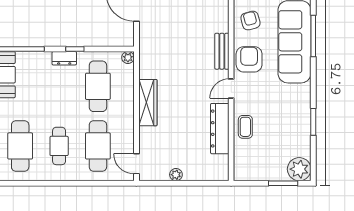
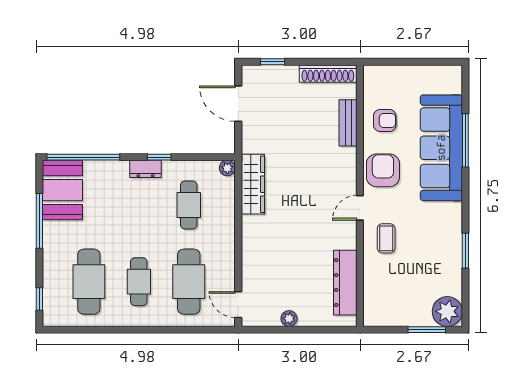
armchair: (250, 21) -> (385, 120), turned 105
bench: (222, 51) -> (348, 123), moved
cafe table: (98, 86) -> (189, 205), width x0.73, depth x0.74
wardrobe: (148, 103) -> (253, 184), moved
coffee table: (245, 127) -> (386, 238), moved
dresser: (220, 129) -> (345, 283), moved

